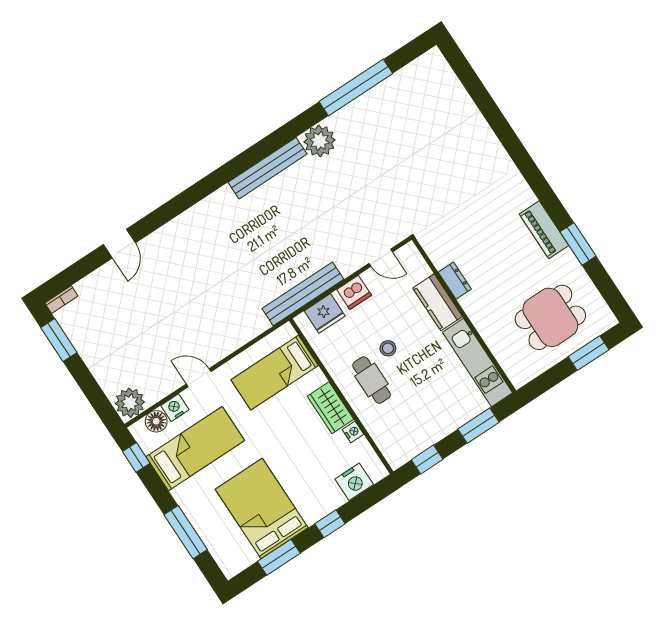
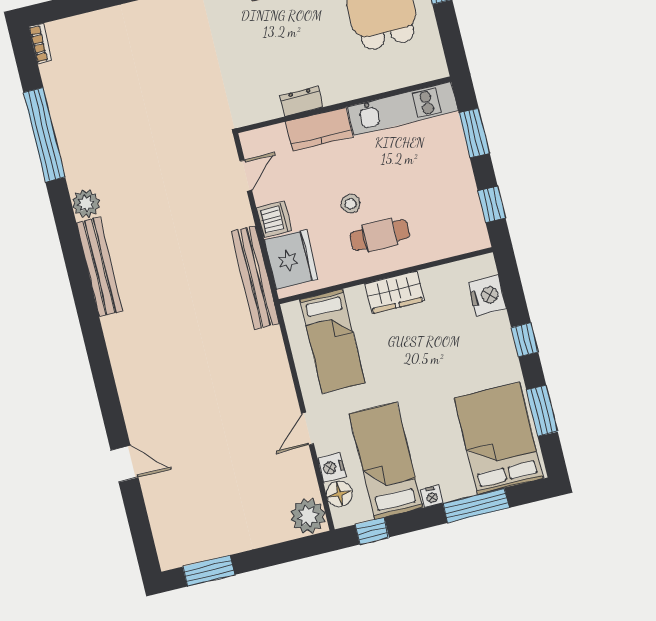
plant: (319, 141) -> (86, 203), width x0.73, depth x0.73
bookcase: (61, 300) -> (40, 43), moved
fridge: (325, 313) -> (291, 260), width x1.36, depth x1.34
nightstand: (353, 432) -> (432, 496), moved, turned 180
bed: (262, 509) -> (499, 438), moved, turned 90

